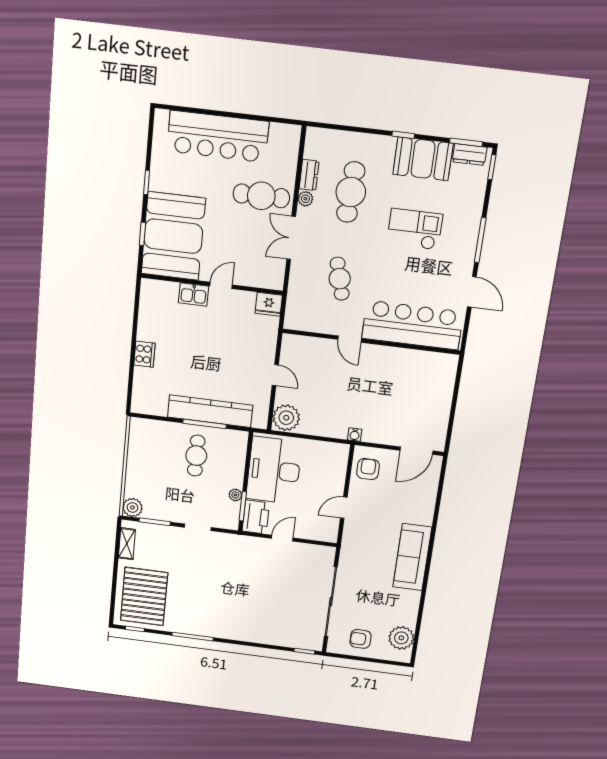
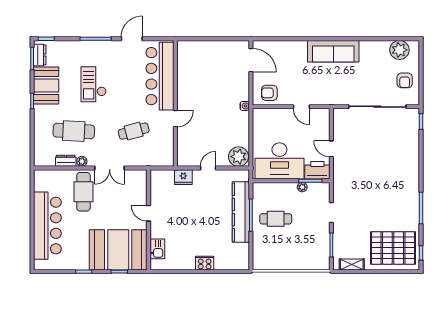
kitchen sink: (193, 295) -> (157, 249), moved
fridge: (269, 304) -> (183, 177), moved, turned 90
plant: (132, 508) -> (322, 263), removed

